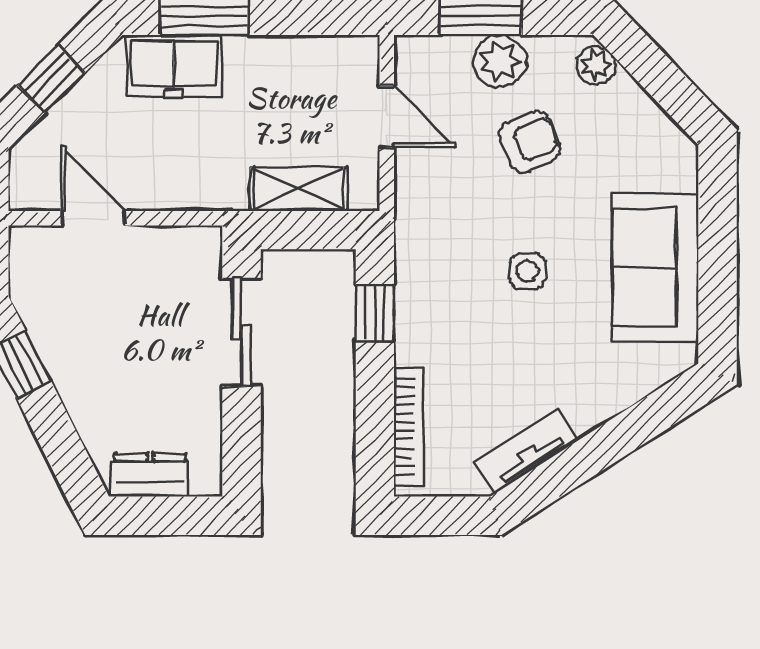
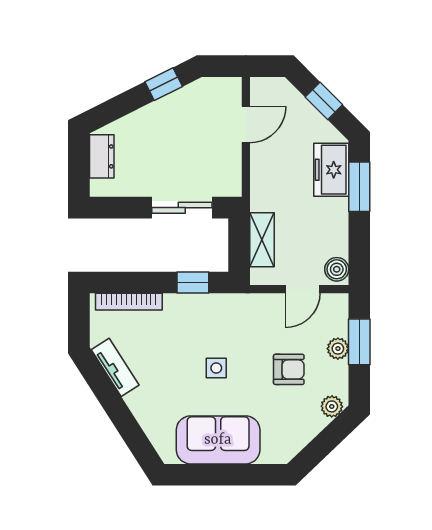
boiler: (351, 56) -> (337, 269), added
plant: (500, 61) -> (338, 349), width x0.73, depth x0.73
armchair: (530, 142) -> (289, 369), turned -68

